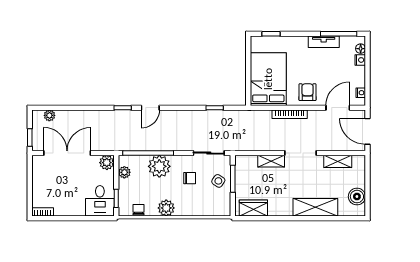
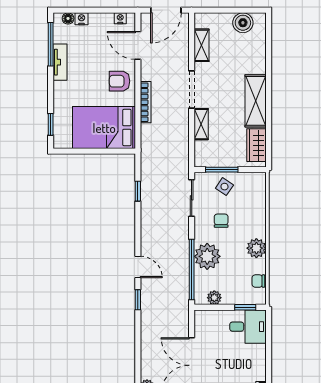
plant: (107, 163) -> (203, 318), removed
shelving: (315, 207) -> (256, 101), moved

